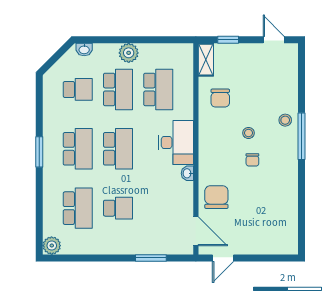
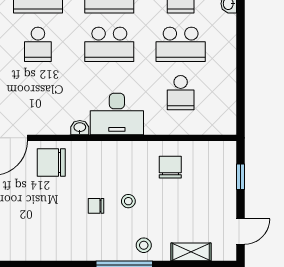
plant: (129, 53) -> (225, 57), removed
shelving: (206, 60) -> (191, 252), moved
school desk: (158, 89) -> (181, 93), width x0.54
chair: (220, 98) -> (170, 167), turned 90
chair: (216, 197) -> (51, 163), turned 180

